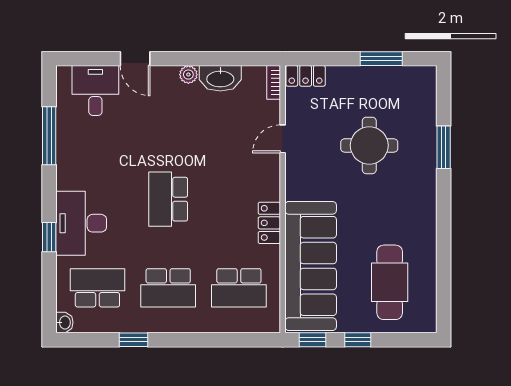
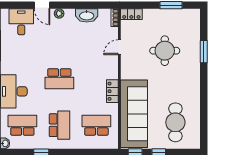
plant: (188, 75) -> (59, 13), moved
school desk: (168, 199) -> (59, 79), turned -90
school desk: (168, 288) -> (59, 125), turned -90
school desk: (239, 288) -> (96, 125), turned 180

